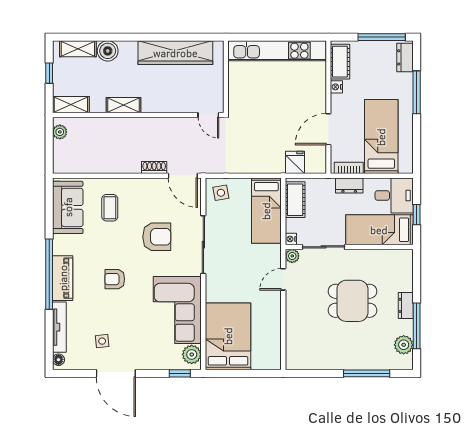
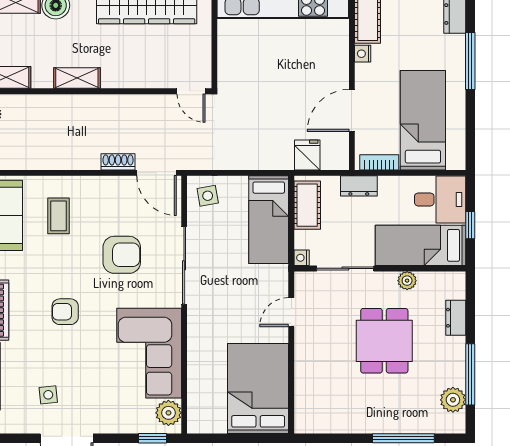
dresser: (349, 185) -> (359, 186), moved
plant: (292, 256) -> (407, 281), moved
dining table: (352, 301) -> (384, 341), turned 90
dresser: (406, 305) -> (456, 318), moved
bed: (228, 336) -> (258, 388), moved

